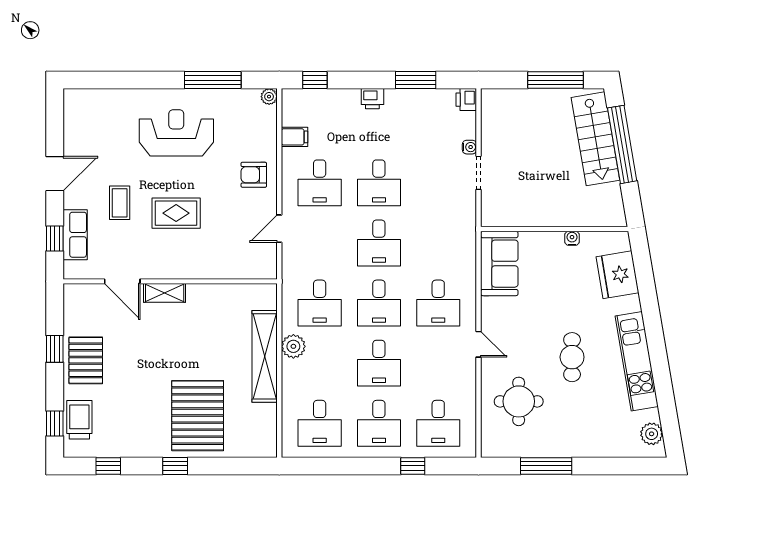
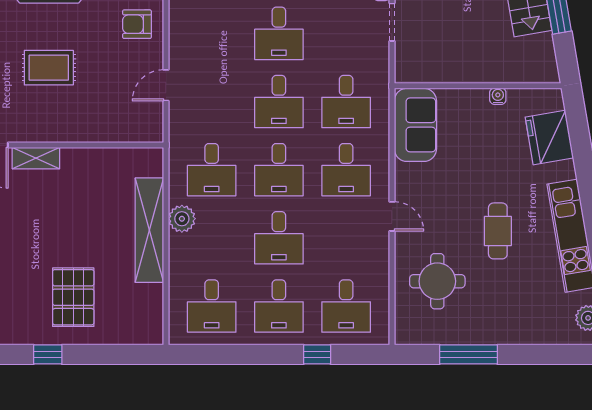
desk: (320, 183) -> (346, 102), moved
pallet: (198, 416) -> (73, 297), width x0.73, depth x0.71

